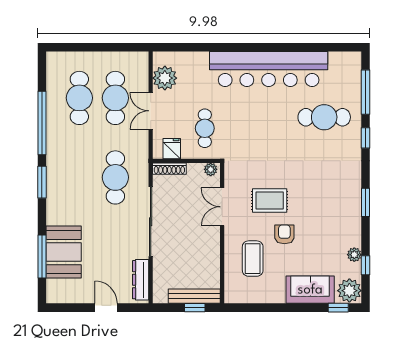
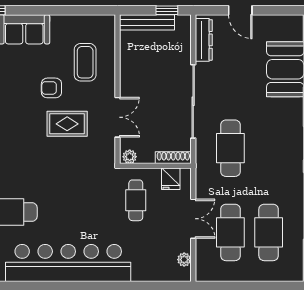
plant: (165, 78) -> (184, 260), width x0.53, depth x0.53
armchair: (284, 234) -> (51, 88), turned 90
window: (195, 308) -> (167, 10), moved

